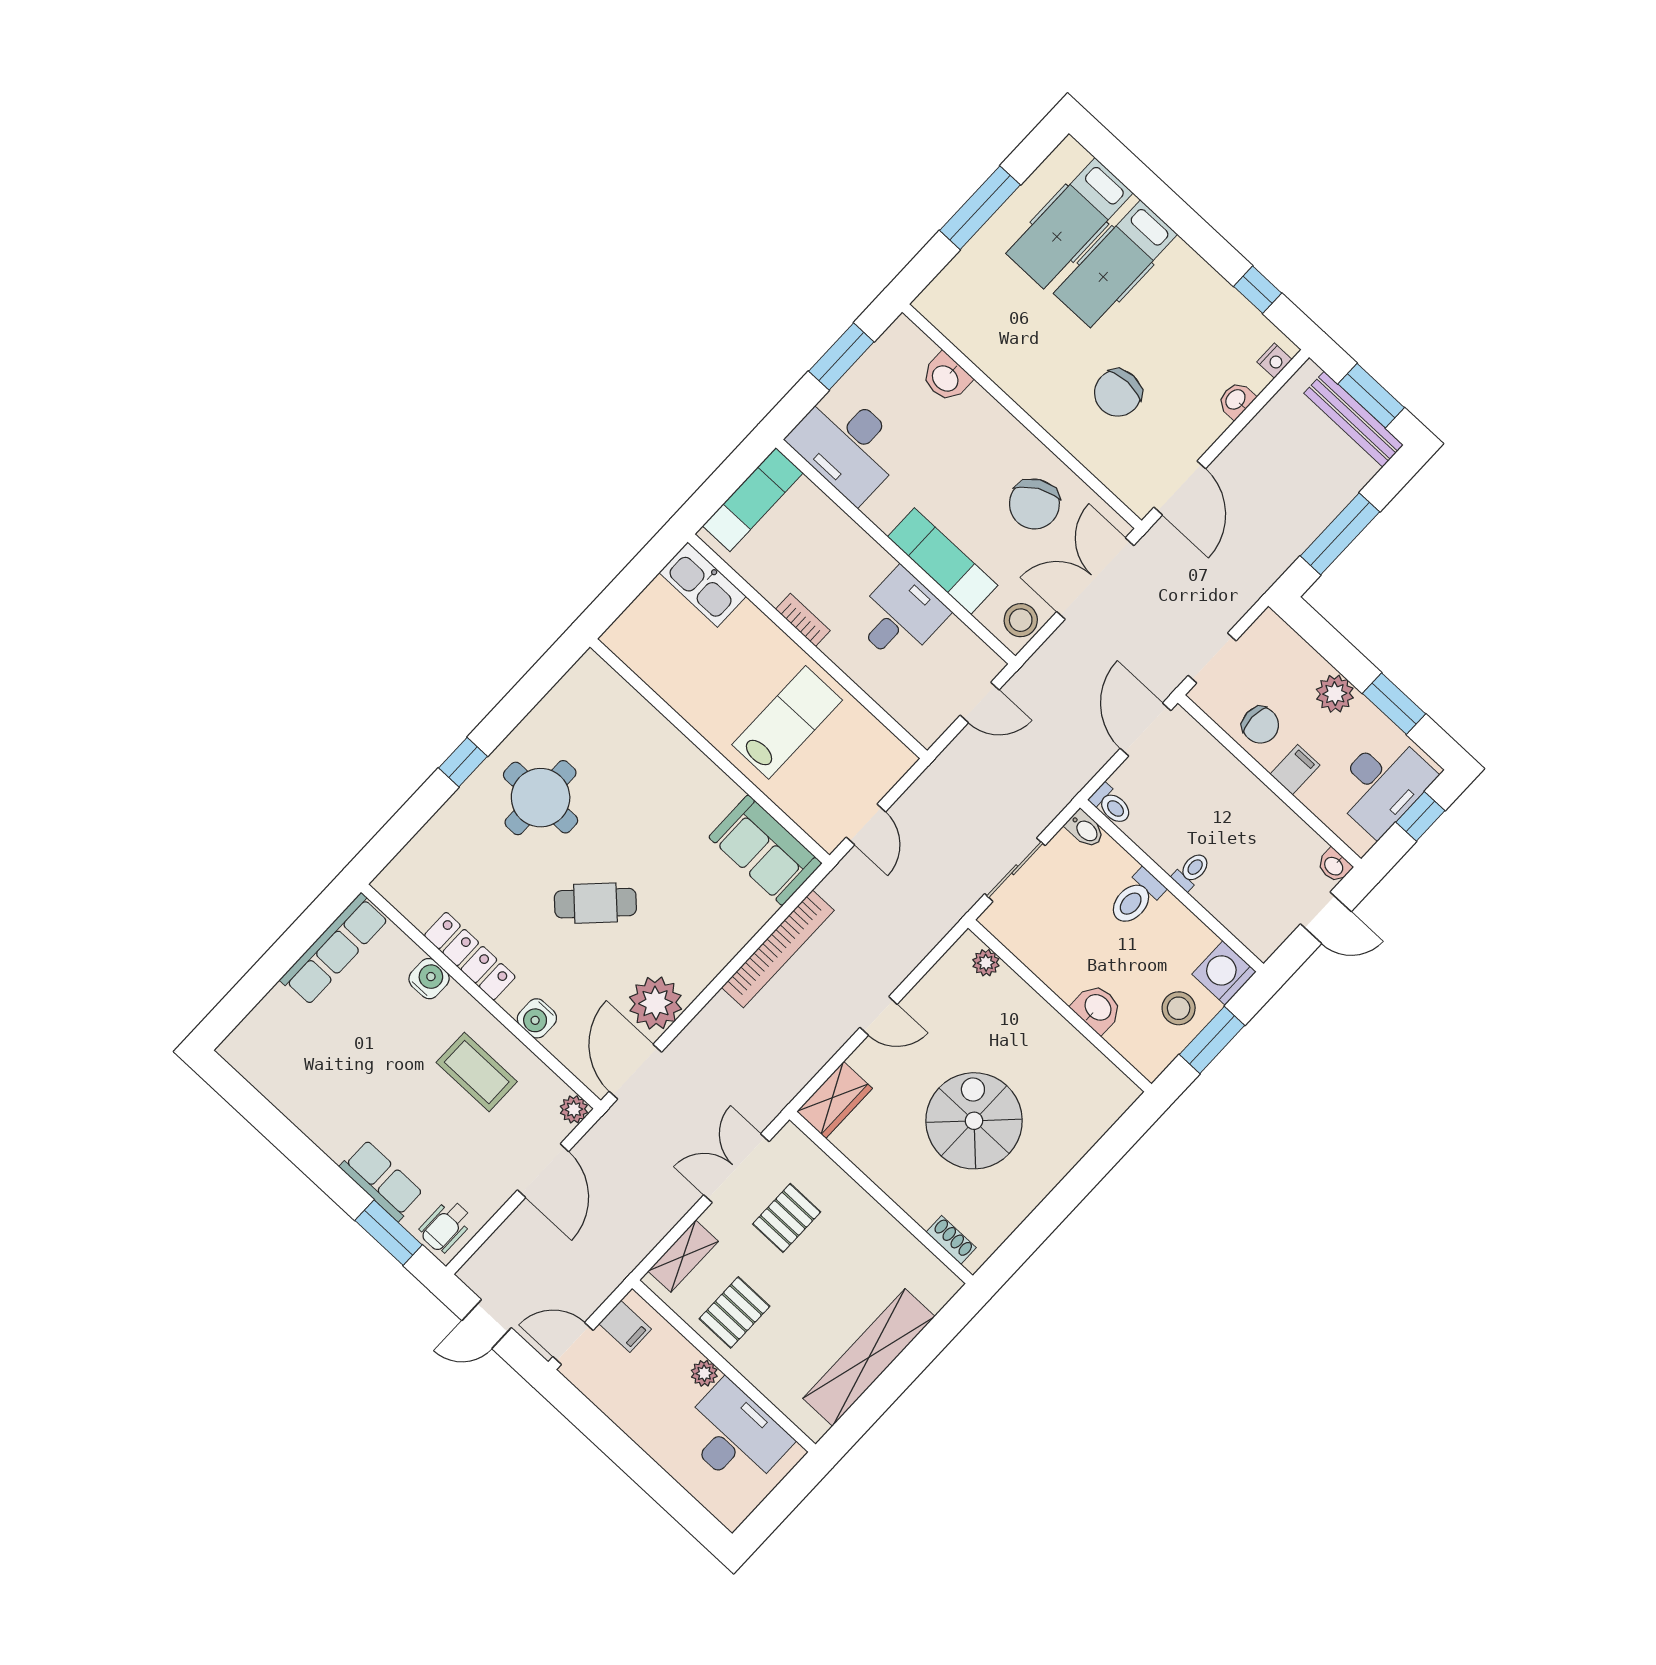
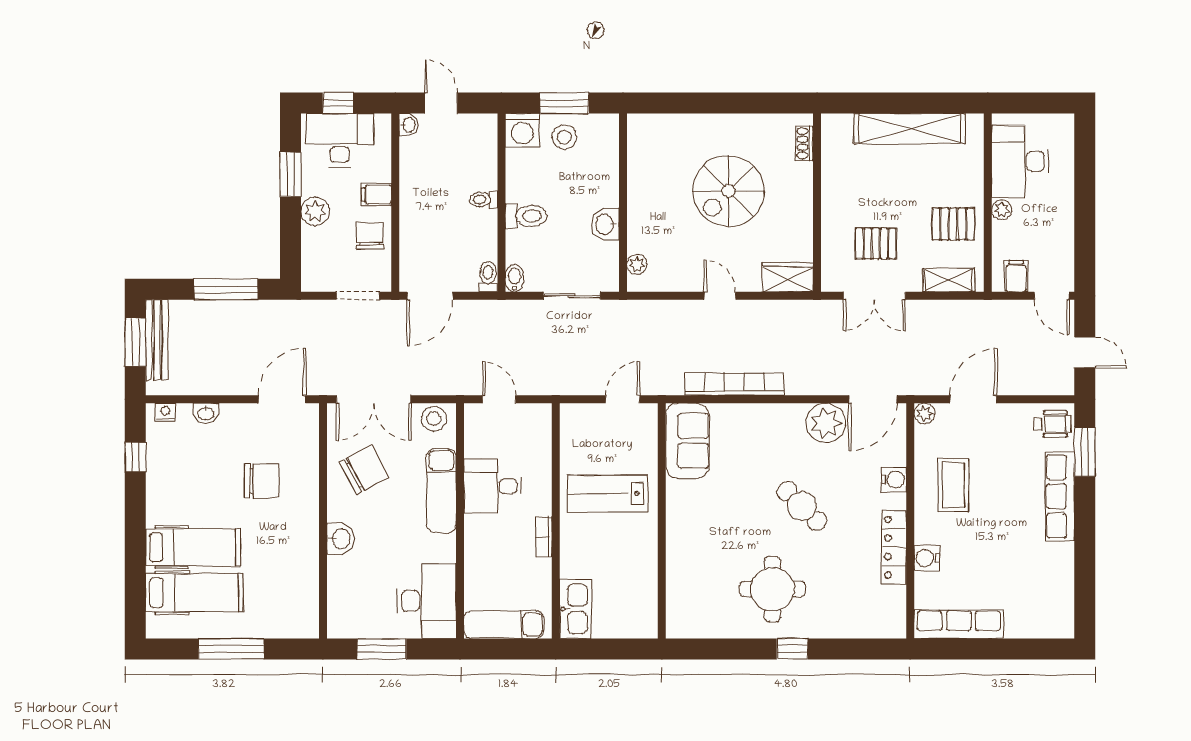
washbasin: (946, 378) -> (340, 539), moved
washbasin: (1097, 1008) -> (605, 224), moved
row of seats: (382, 1180) -> (1060, 496), width x1.48

